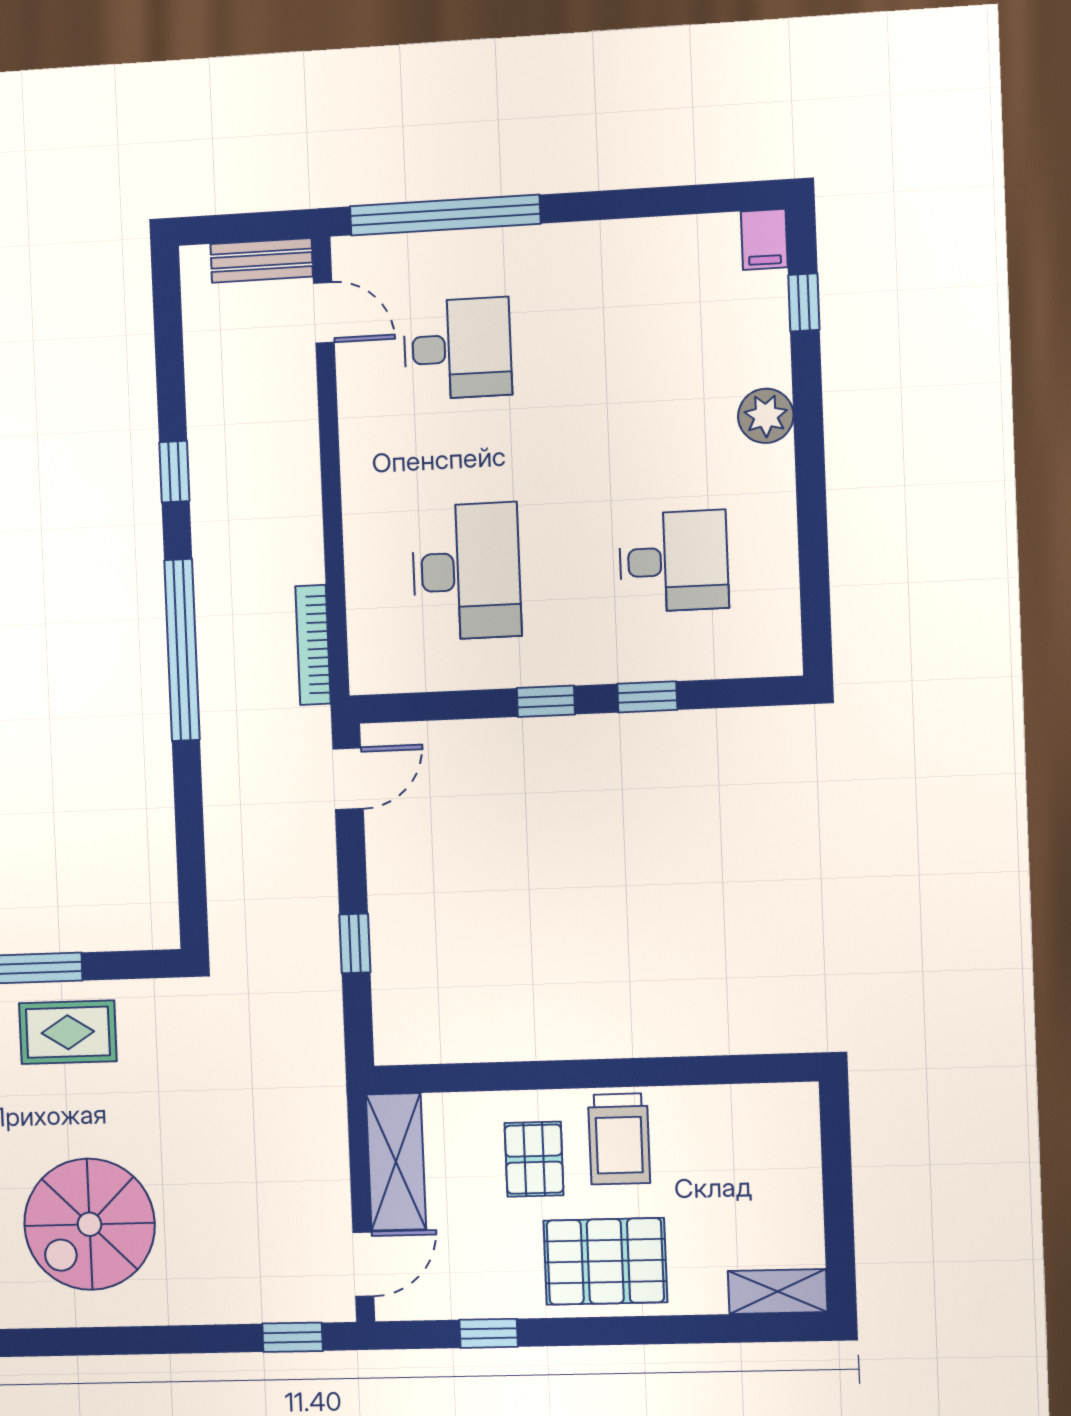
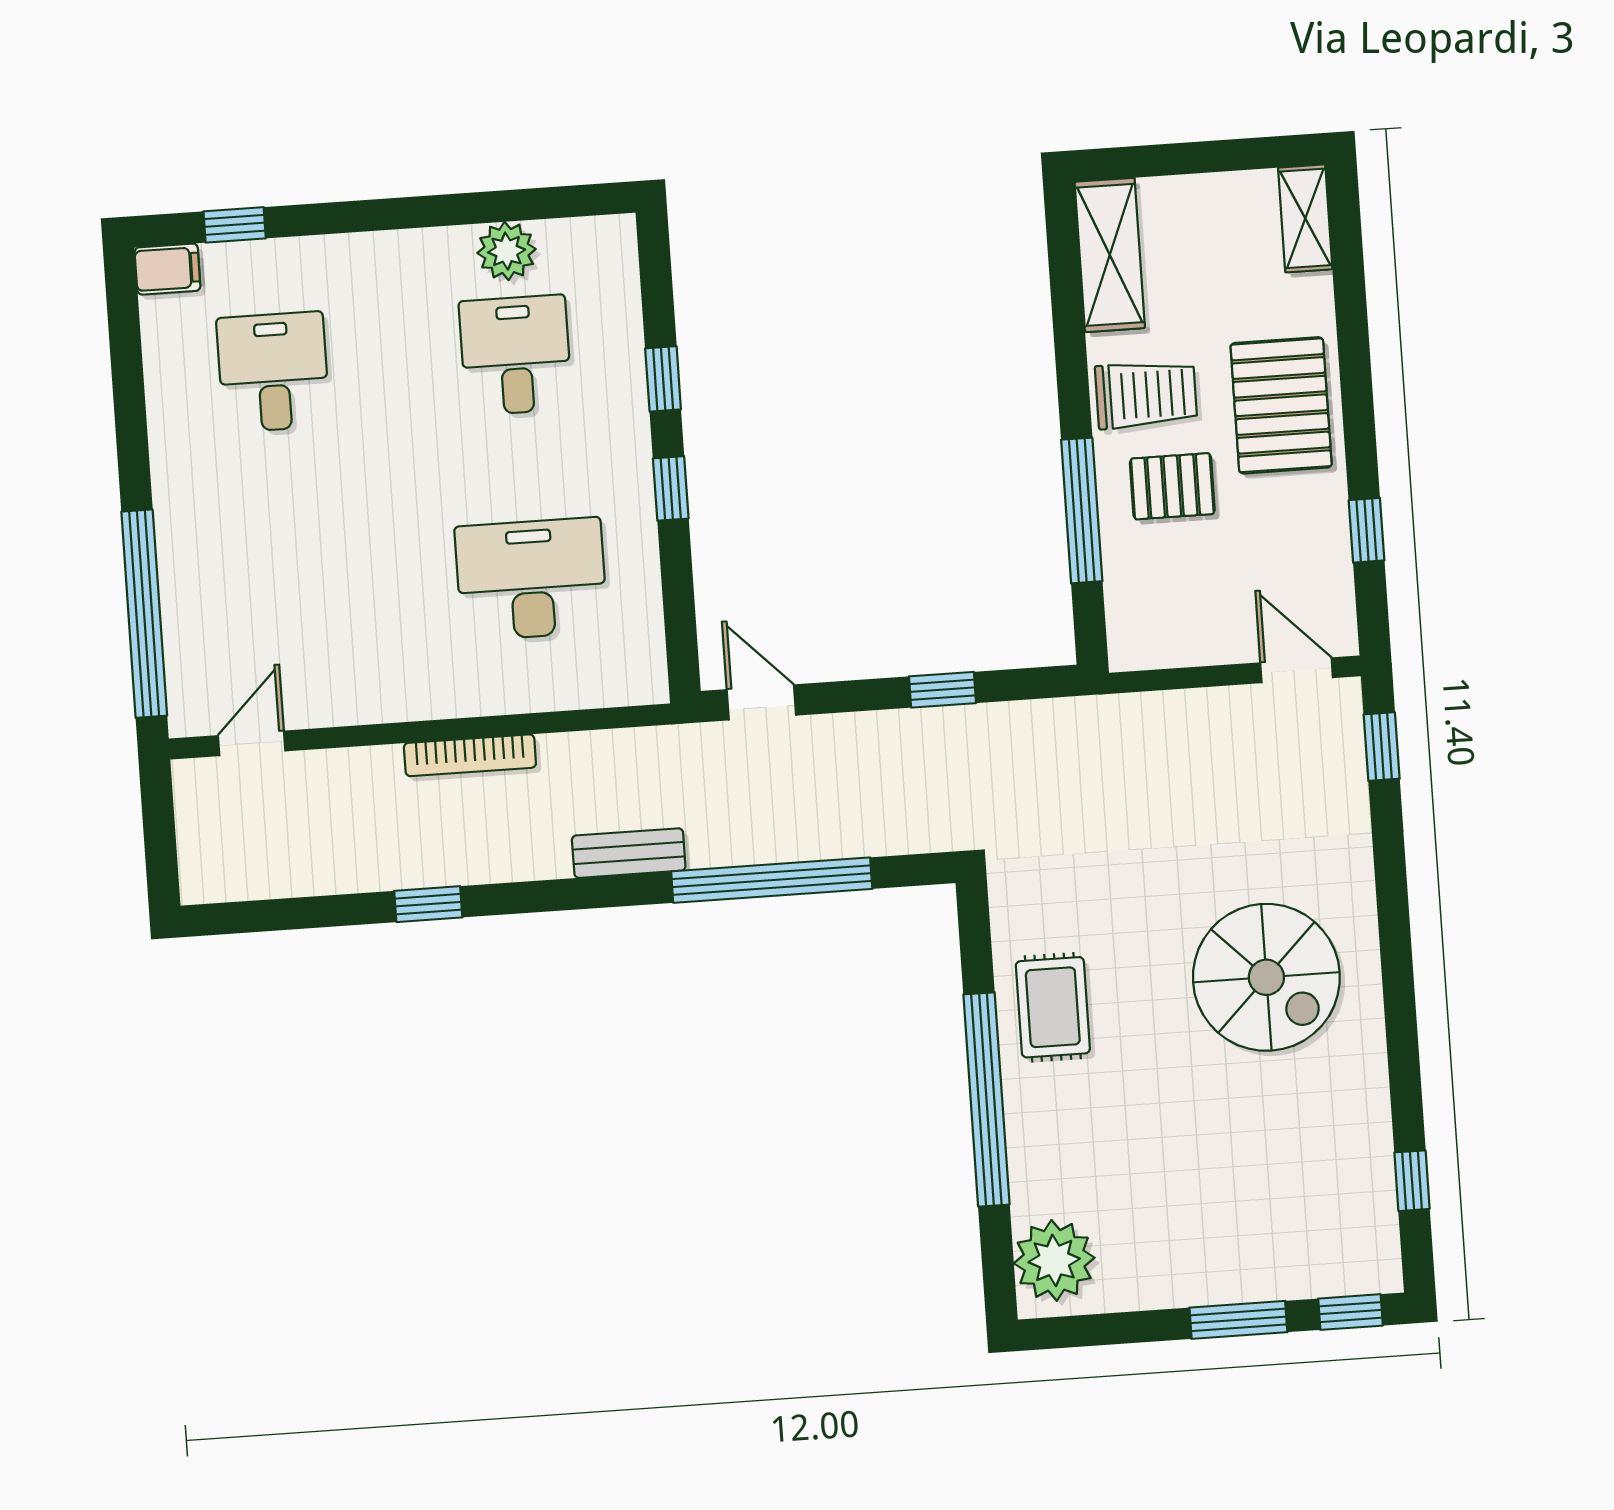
bench: (262, 260) -> (629, 853), moved, turned 90
desk: (457, 348) -> (273, 372), moved
plant: (766, 416) -> (507, 251), moved
bookcase: (313, 645) -> (470, 755), moved
window: (182, 650) -> (772, 880), moved
window: (514, 1076) -> (1082, 510), added
shelving: (396, 1162) -> (1110, 255), moved, turned 90

